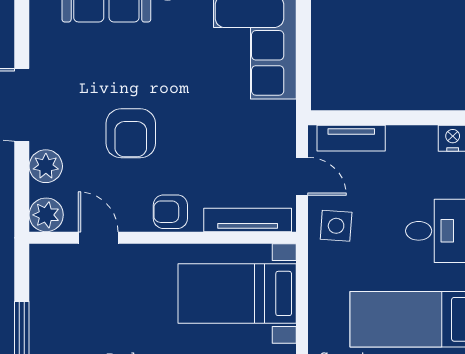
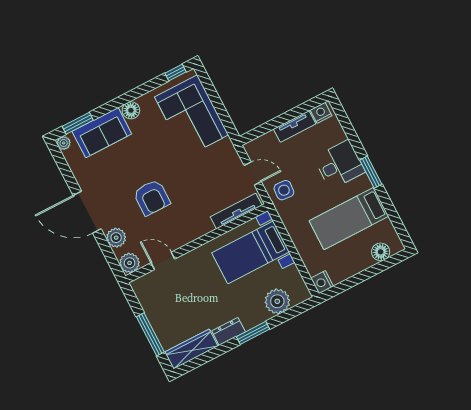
tv unit: (351, 138) -> (295, 126), moved
armchair: (170, 212) -> (194, 228), removed

